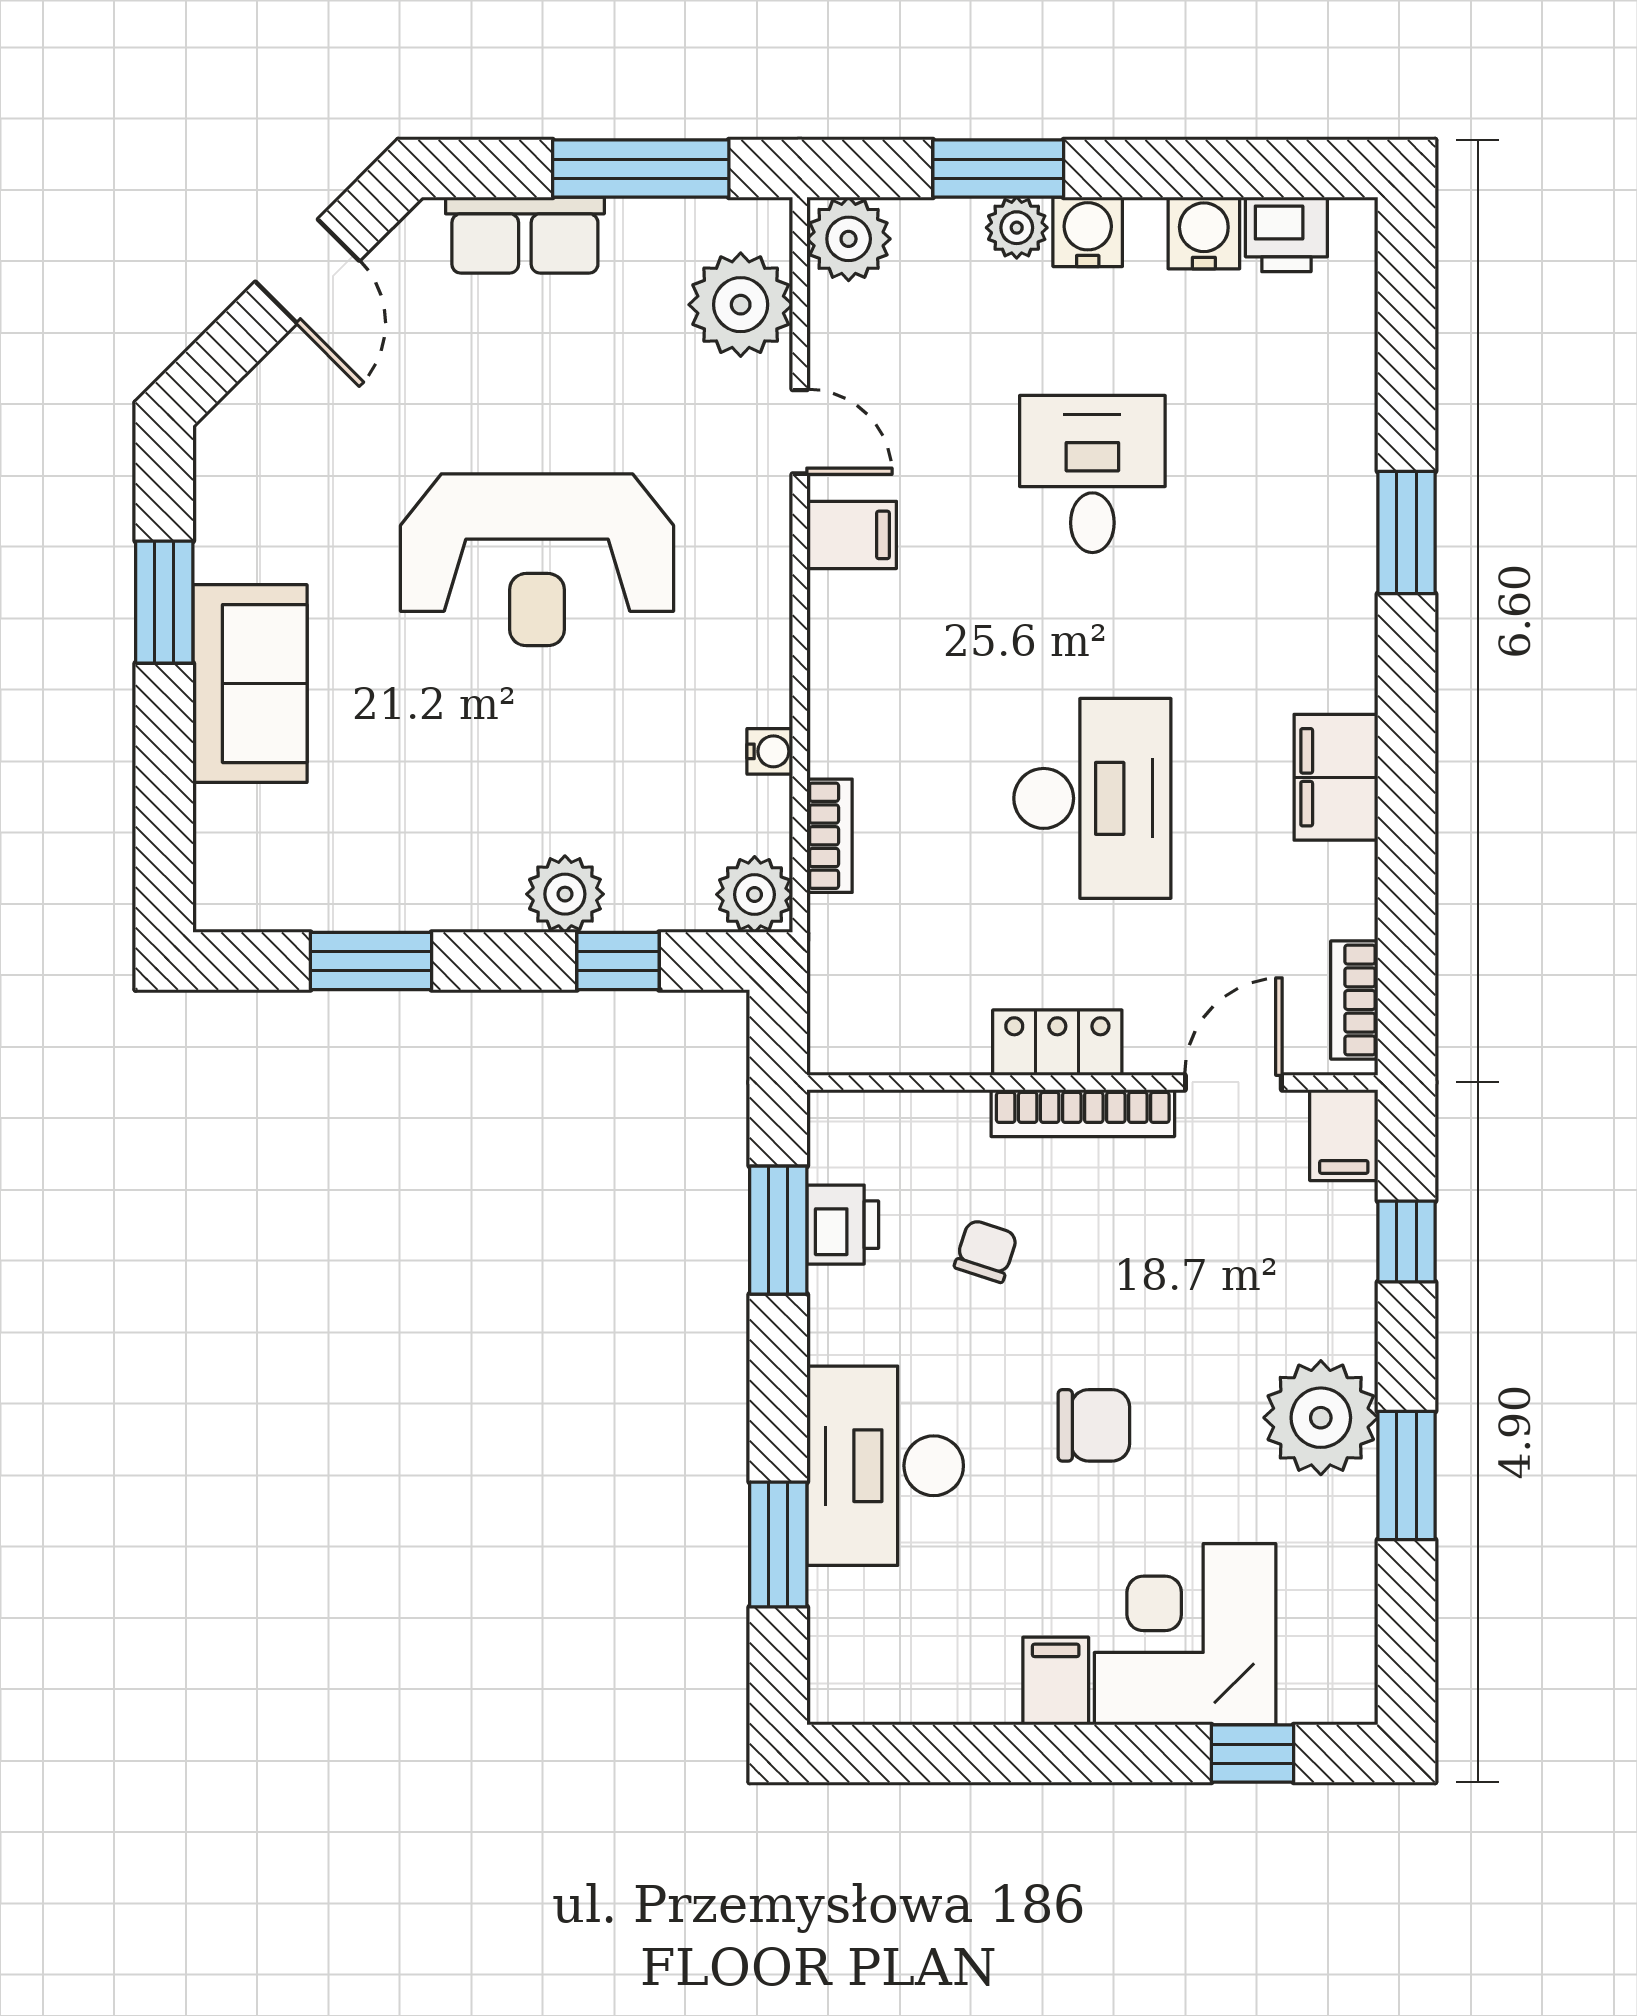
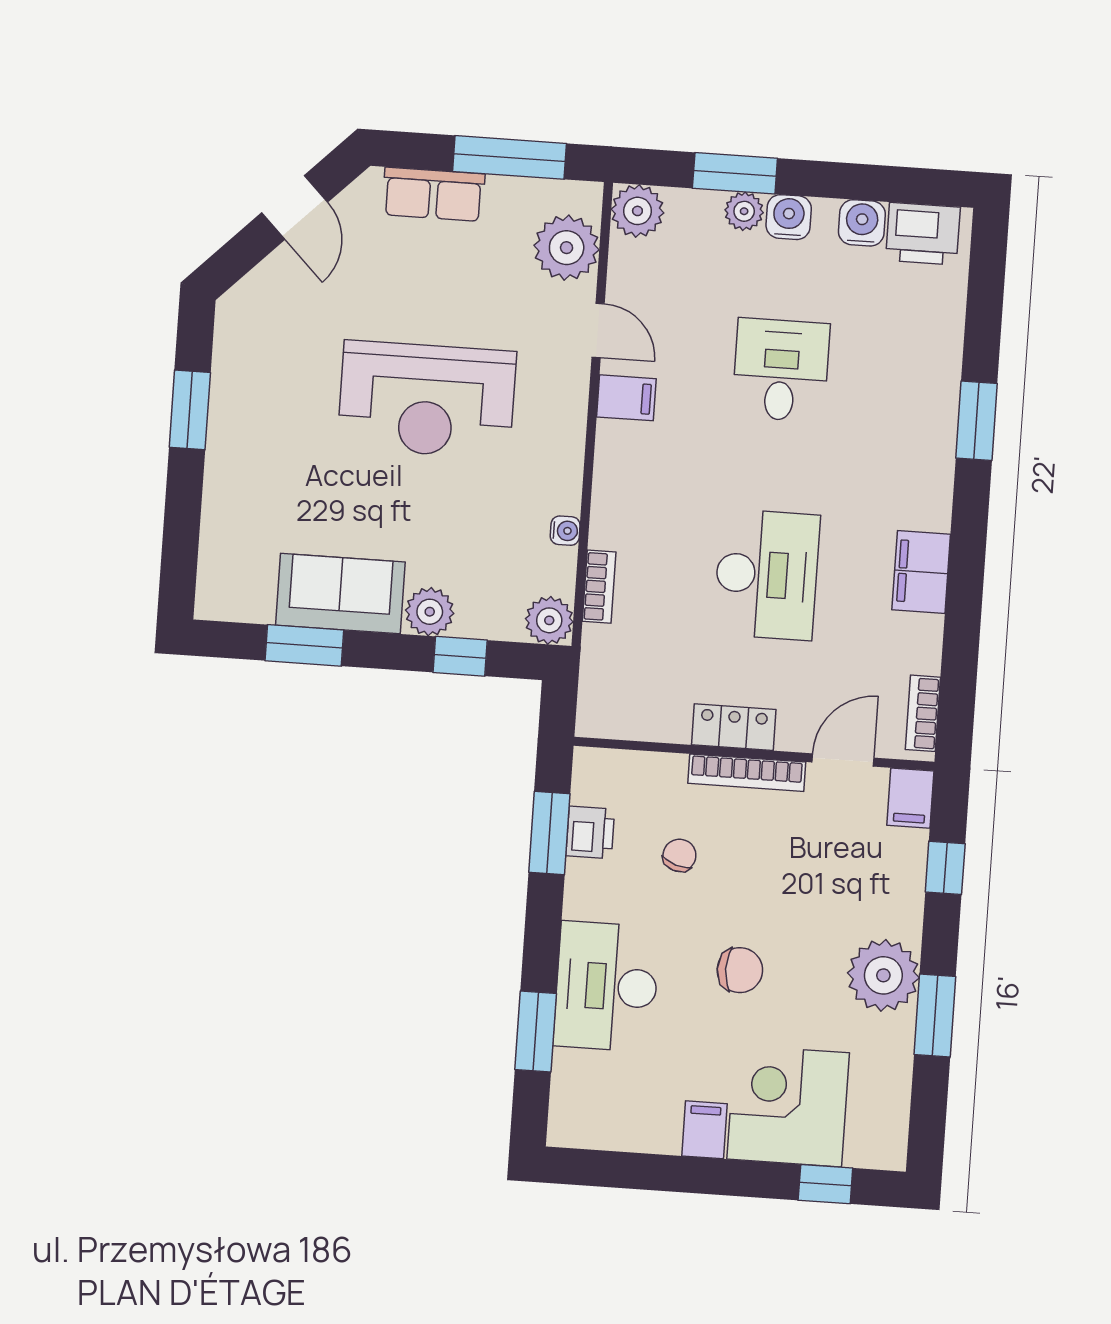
printer: (1286, 234) -> (923, 234), width x1.36, depth x1.24
sofa: (250, 684) -> (340, 594), moved, turned -90

